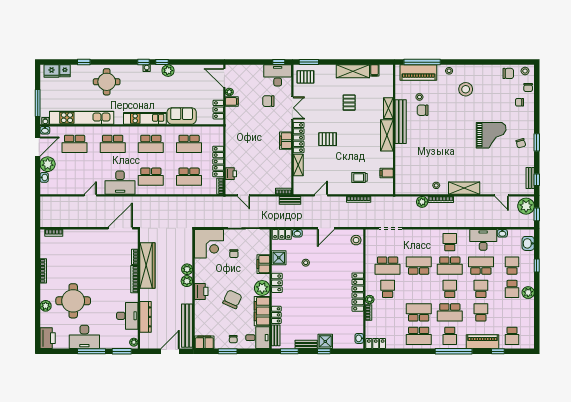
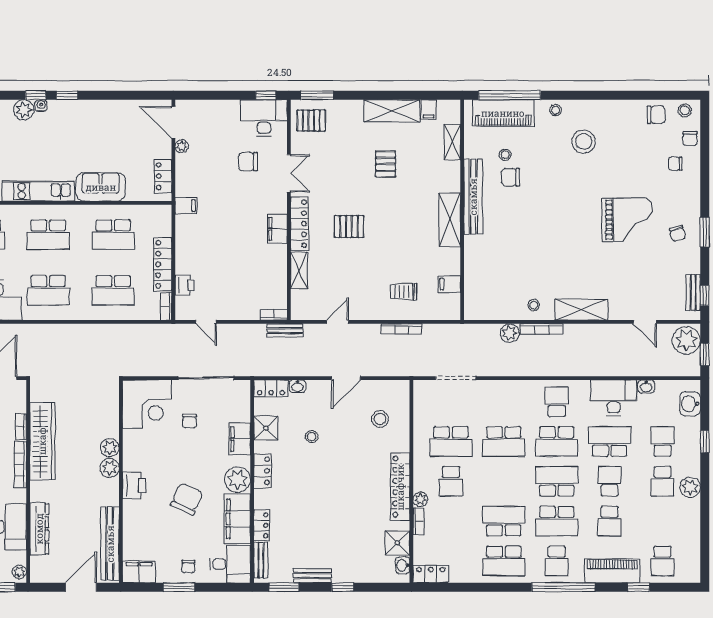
plant: (168, 71) -> (24, 110), moved
filing cabinet: (232, 101) -> (186, 206), moved
shelving: (388, 108) -> (452, 142), moved
stool: (356, 240) -> (380, 419), moved
school desk: (419, 266) -> (504, 441), turned 180
school desk: (388, 289) -> (451, 481), turned 180
school desk: (450, 289) -> (557, 481), width x1.85
school desk: (481, 312) -> (610, 521), turned 180
shower: (325, 341) -> (397, 543), moved

